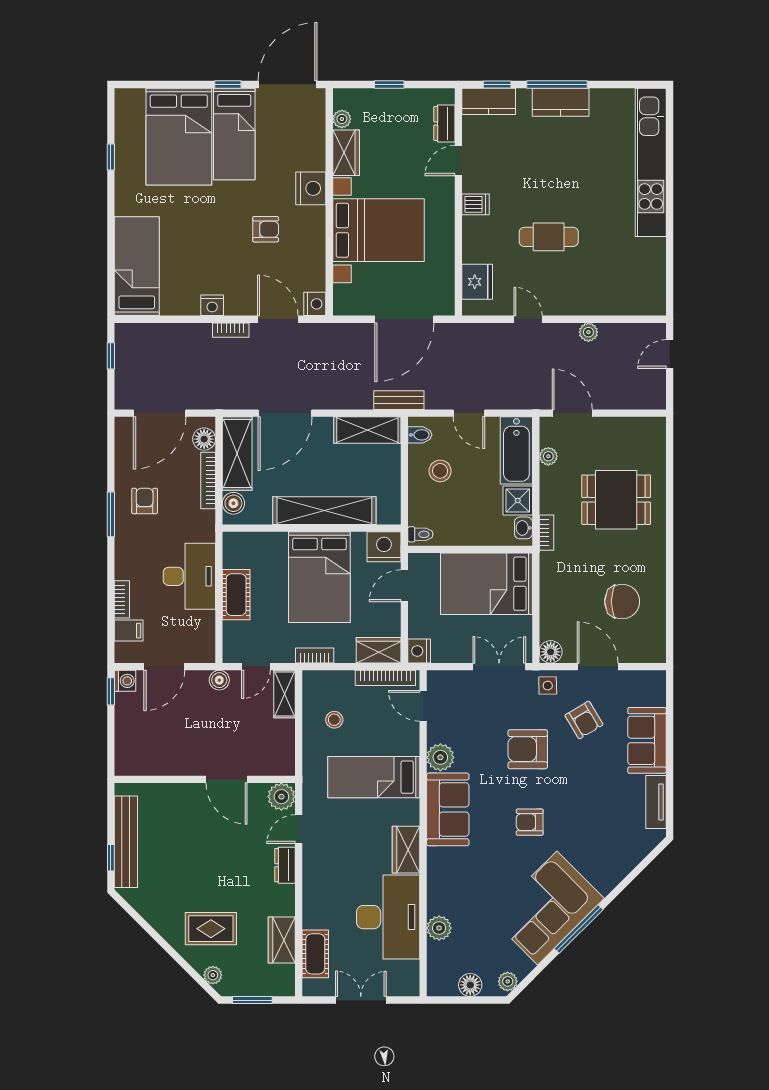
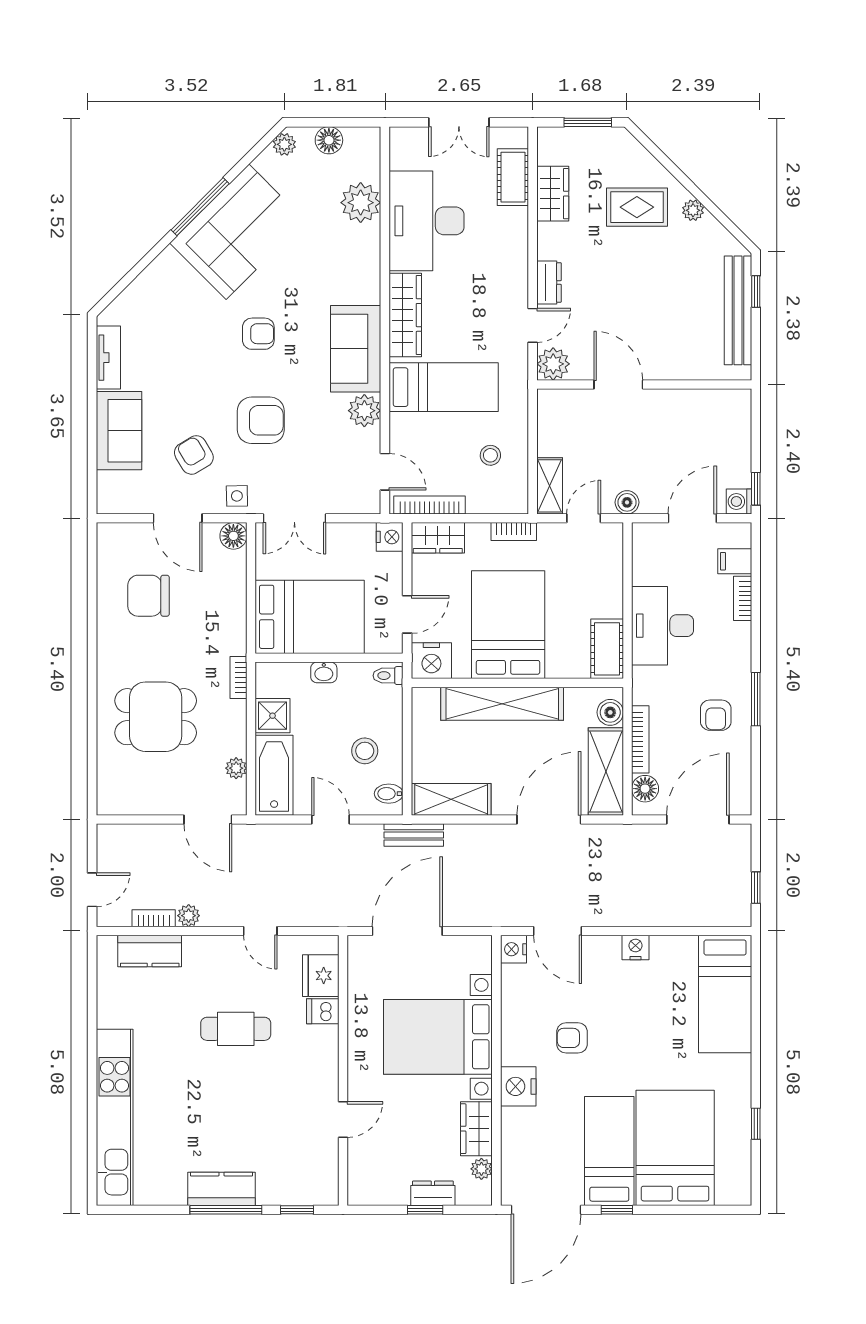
kitchen counter: (489, 101) -> (150, 951), moved, turned 180
dresser: (444, 124) -> (433, 1193), moved, turned -90
dishwasher: (475, 204) -> (323, 1011), moved
bookcase: (231, 330) -> (154, 918), moved
washbasin: (523, 528) -> (324, 672), moved, turned 90
cot: (236, 595) -> (607, 649), moved
wardrobe: (406, 850) -> (405, 315), width x1.50
plant: (439, 928) -> (361, 203), width x1.36, depth x1.36
plant: (213, 975) -> (693, 210), moved

